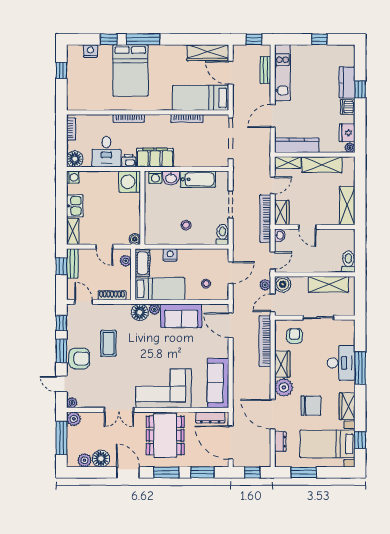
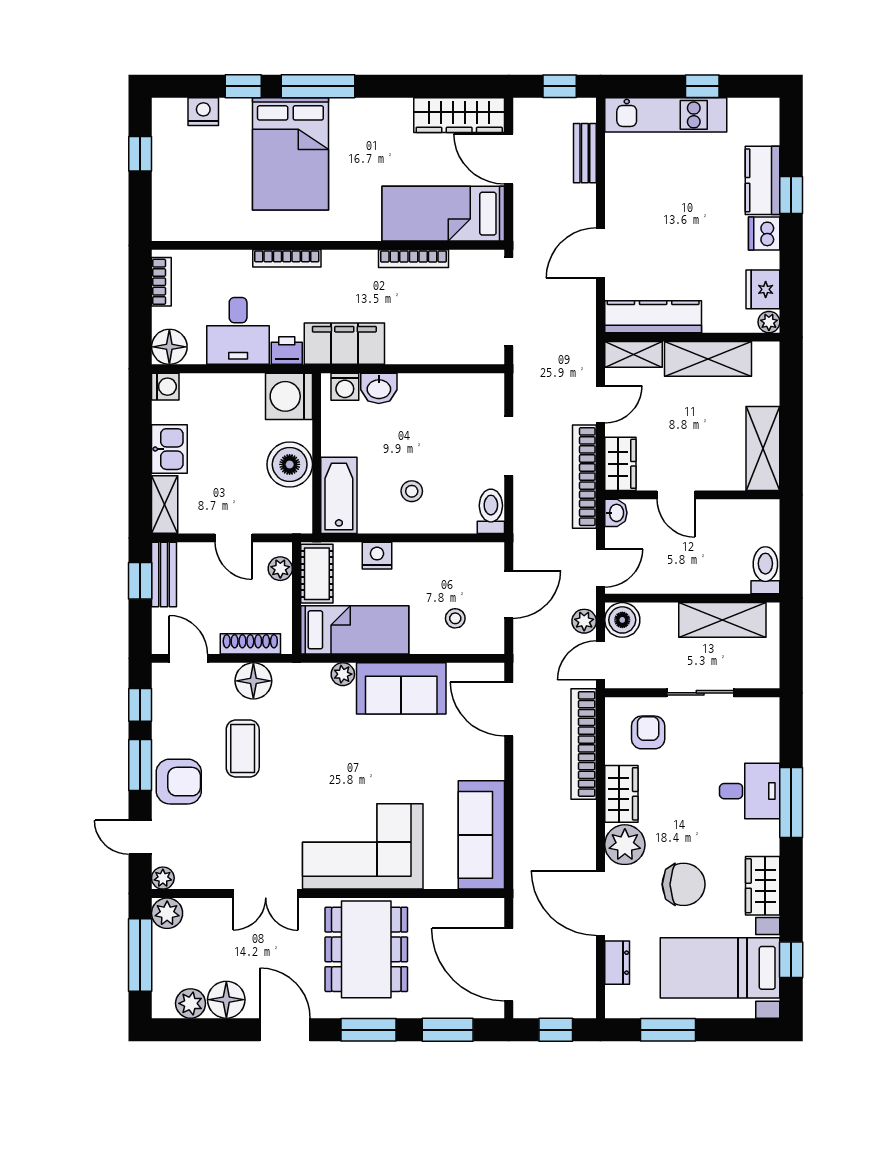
kitchen unit: (283, 73) -> (666, 115), moved, turned 90
bathtub: (198, 179) -> (339, 495), moved, turned -90
boiler: (135, 239) -> (290, 464), moved, width x1.86, depth x1.86
floor lamp: (140, 312) -> (253, 681), moved
desk: (341, 363) -> (750, 791), width x0.73
dresser: (210, 417) -> (464, 910), removed

